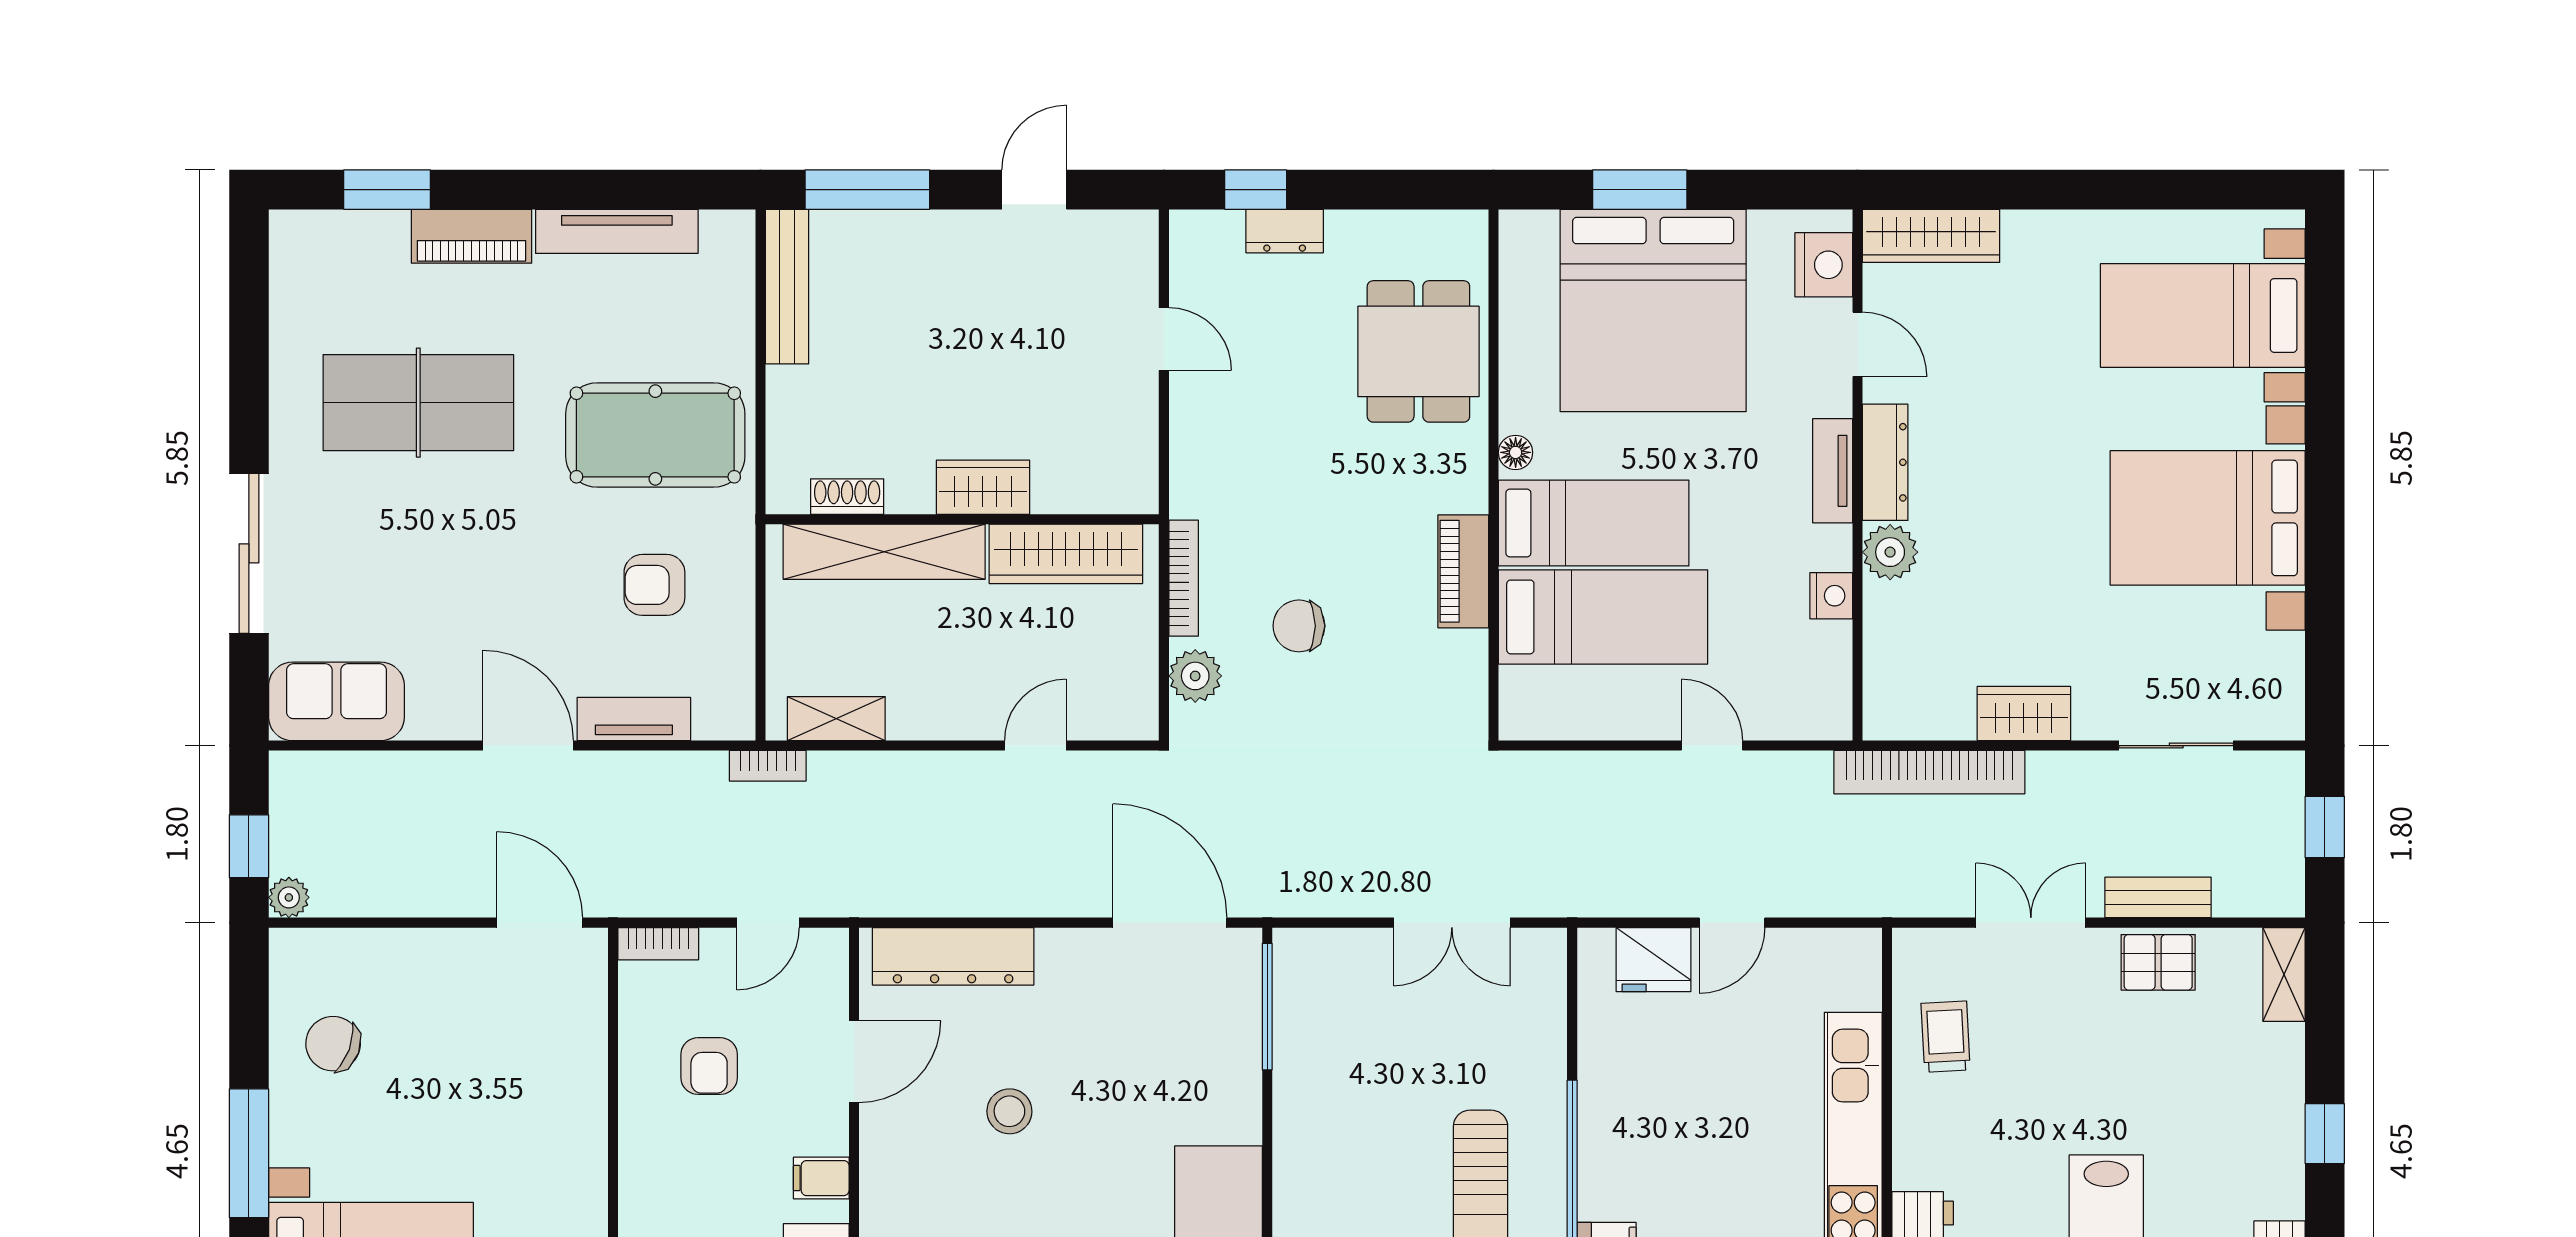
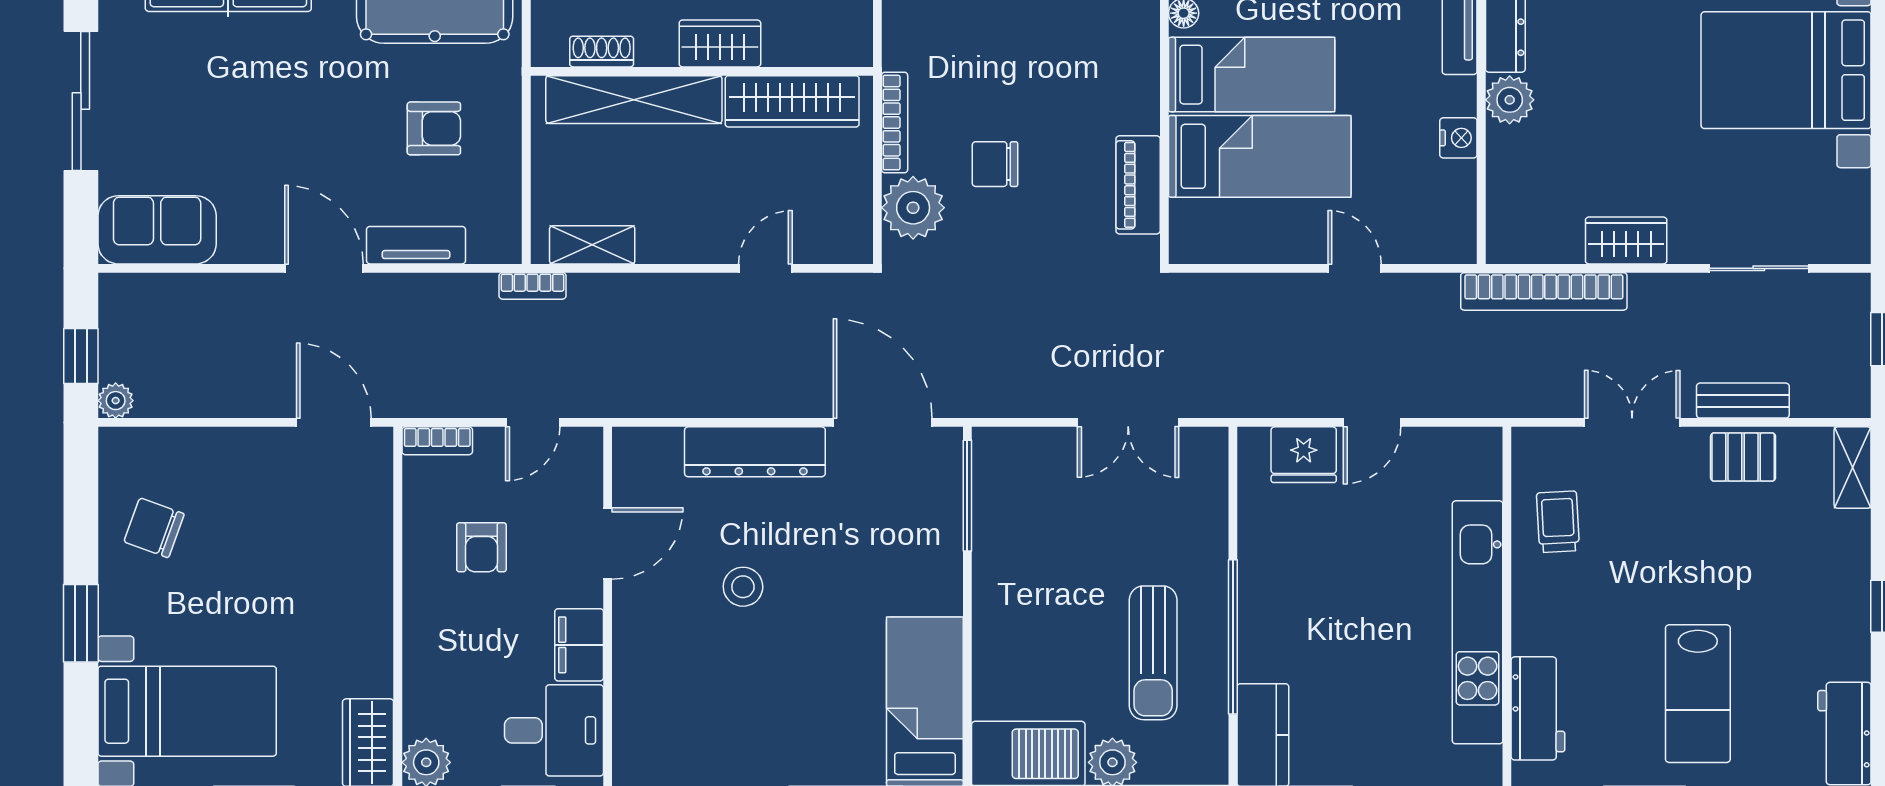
piano: (1463, 571) -> (1138, 185), moved
armchair: (654, 585) -> (434, 128), turned 180
plant: (1195, 676) -> (913, 208), width x1.36, depth x1.36
dresser: (953, 956) -> (755, 452), moved
window: (249, 1153) -> (81, 623), width x0.69
filing cabinet: (821, 1178) -> (579, 645), width x2.00

